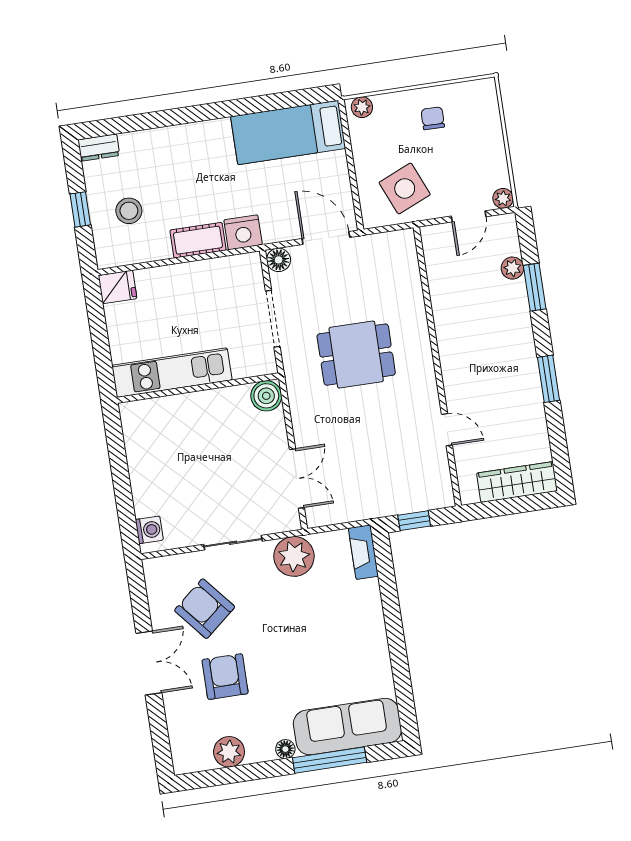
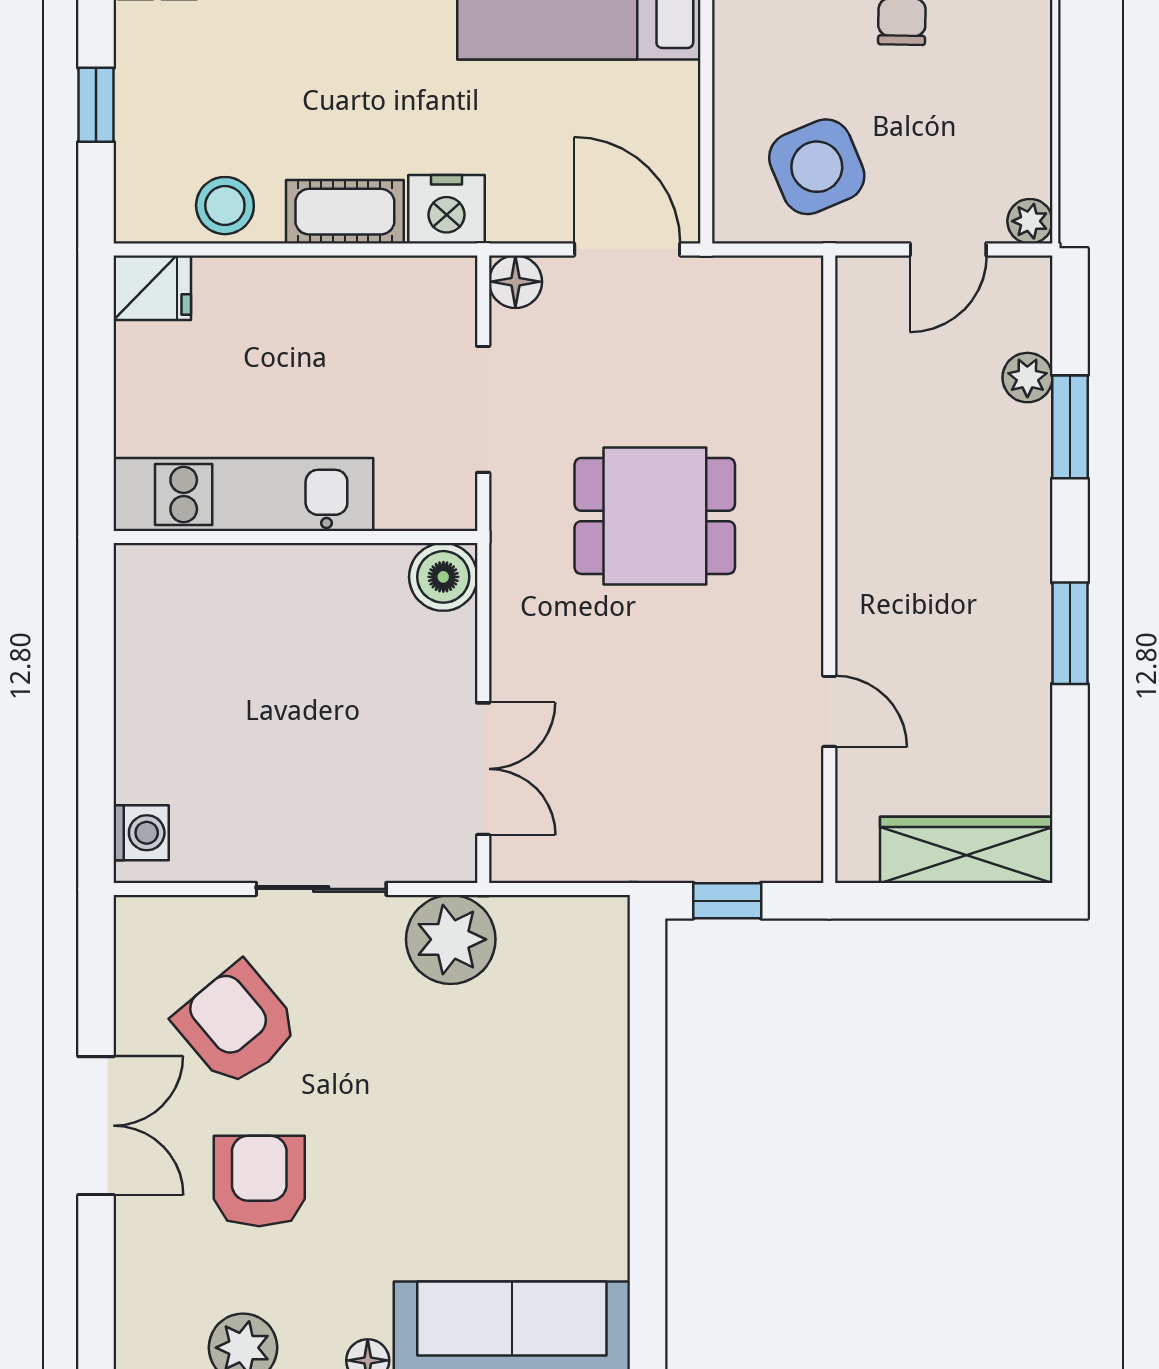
stool: (129, 211) -> (225, 206), moved
fireplace: (363, 552) -> (605, 953), removed

